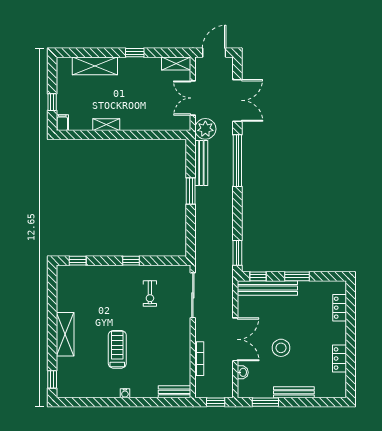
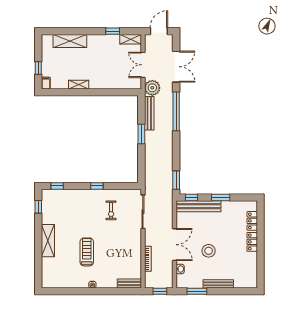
window: (135, 53) -> (113, 31), moved
locker: (339, 358) -> (252, 242), moved
window: (52, 379) -> (38, 207), moved

